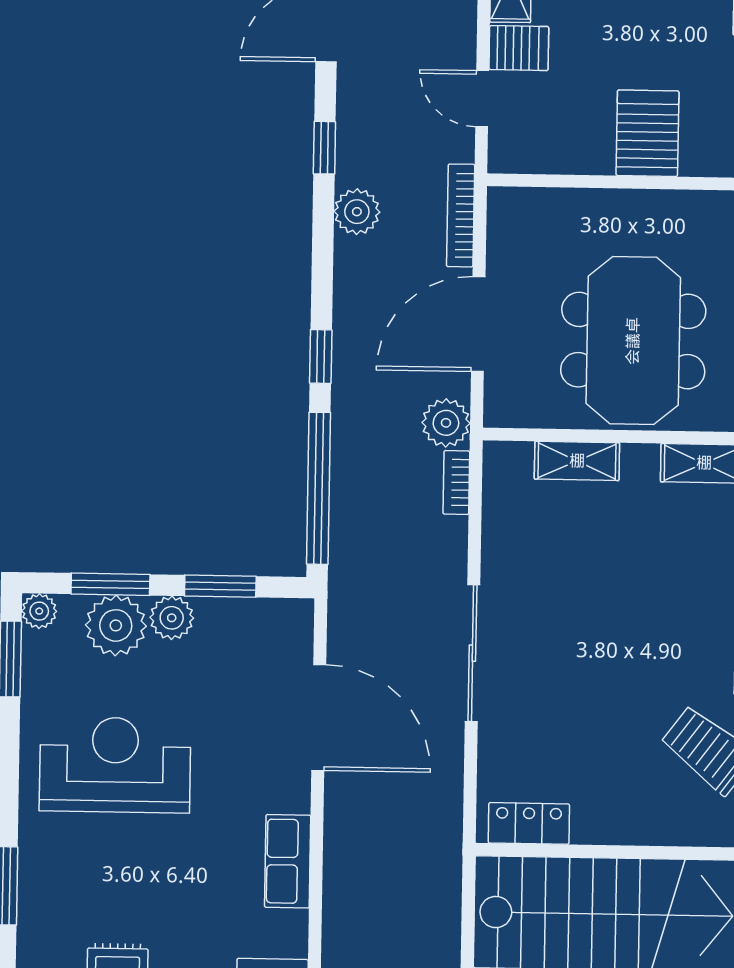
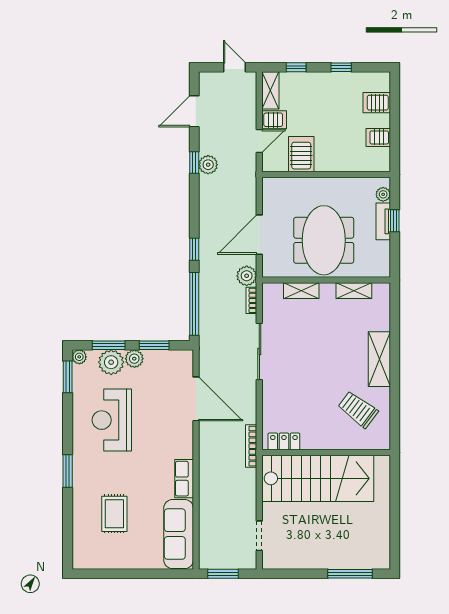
door: (482, 99) -> (259, 141), swing flipped
server rack: (647, 133) -> (301, 154), moved
plant: (357, 212) -> (208, 165), moved
bookcase: (461, 215) -> (251, 446), moved
sliding door: (472, 653) -> (259, 352), moved
reception desk: (115, 765) -> (112, 420), turned -90
row of seats: (288, 861) -> (184, 479), moved

